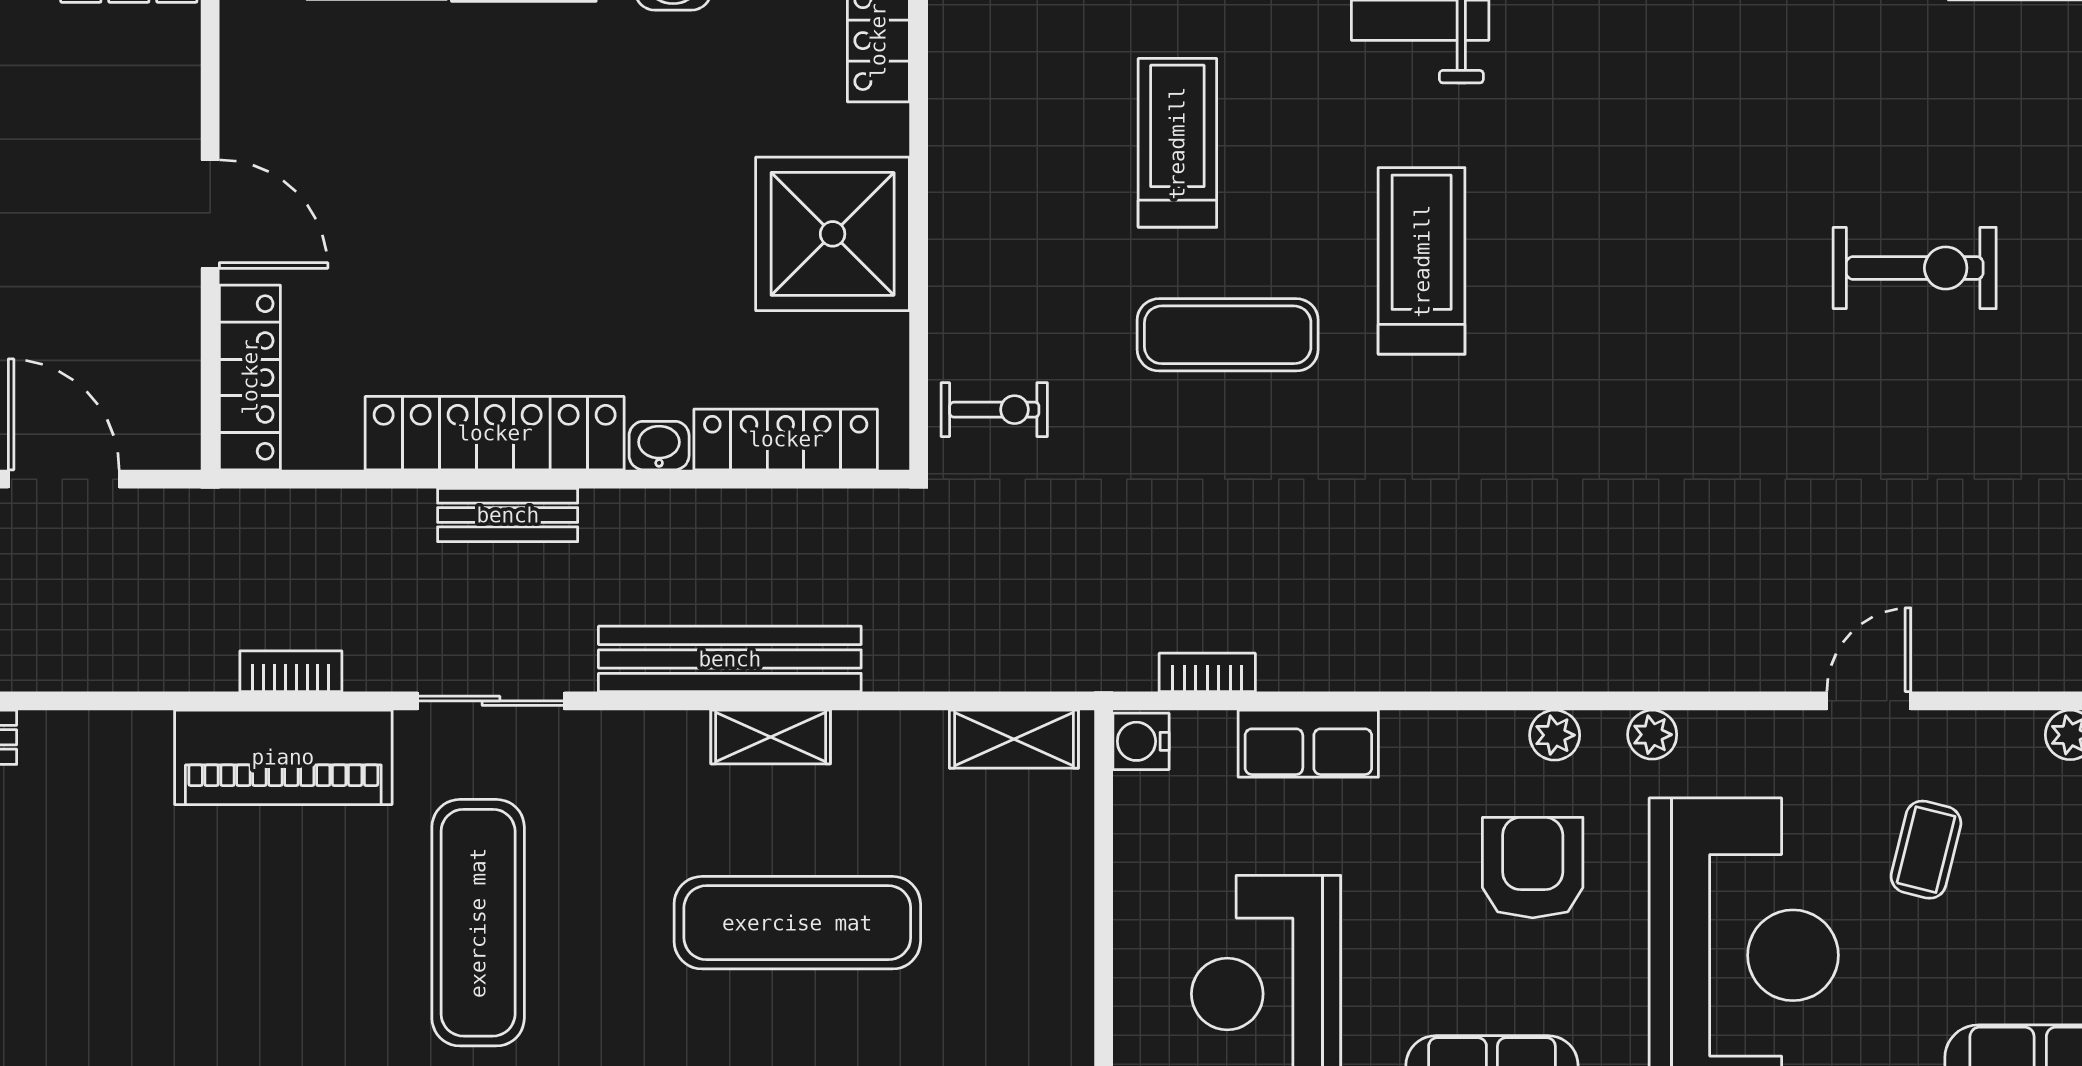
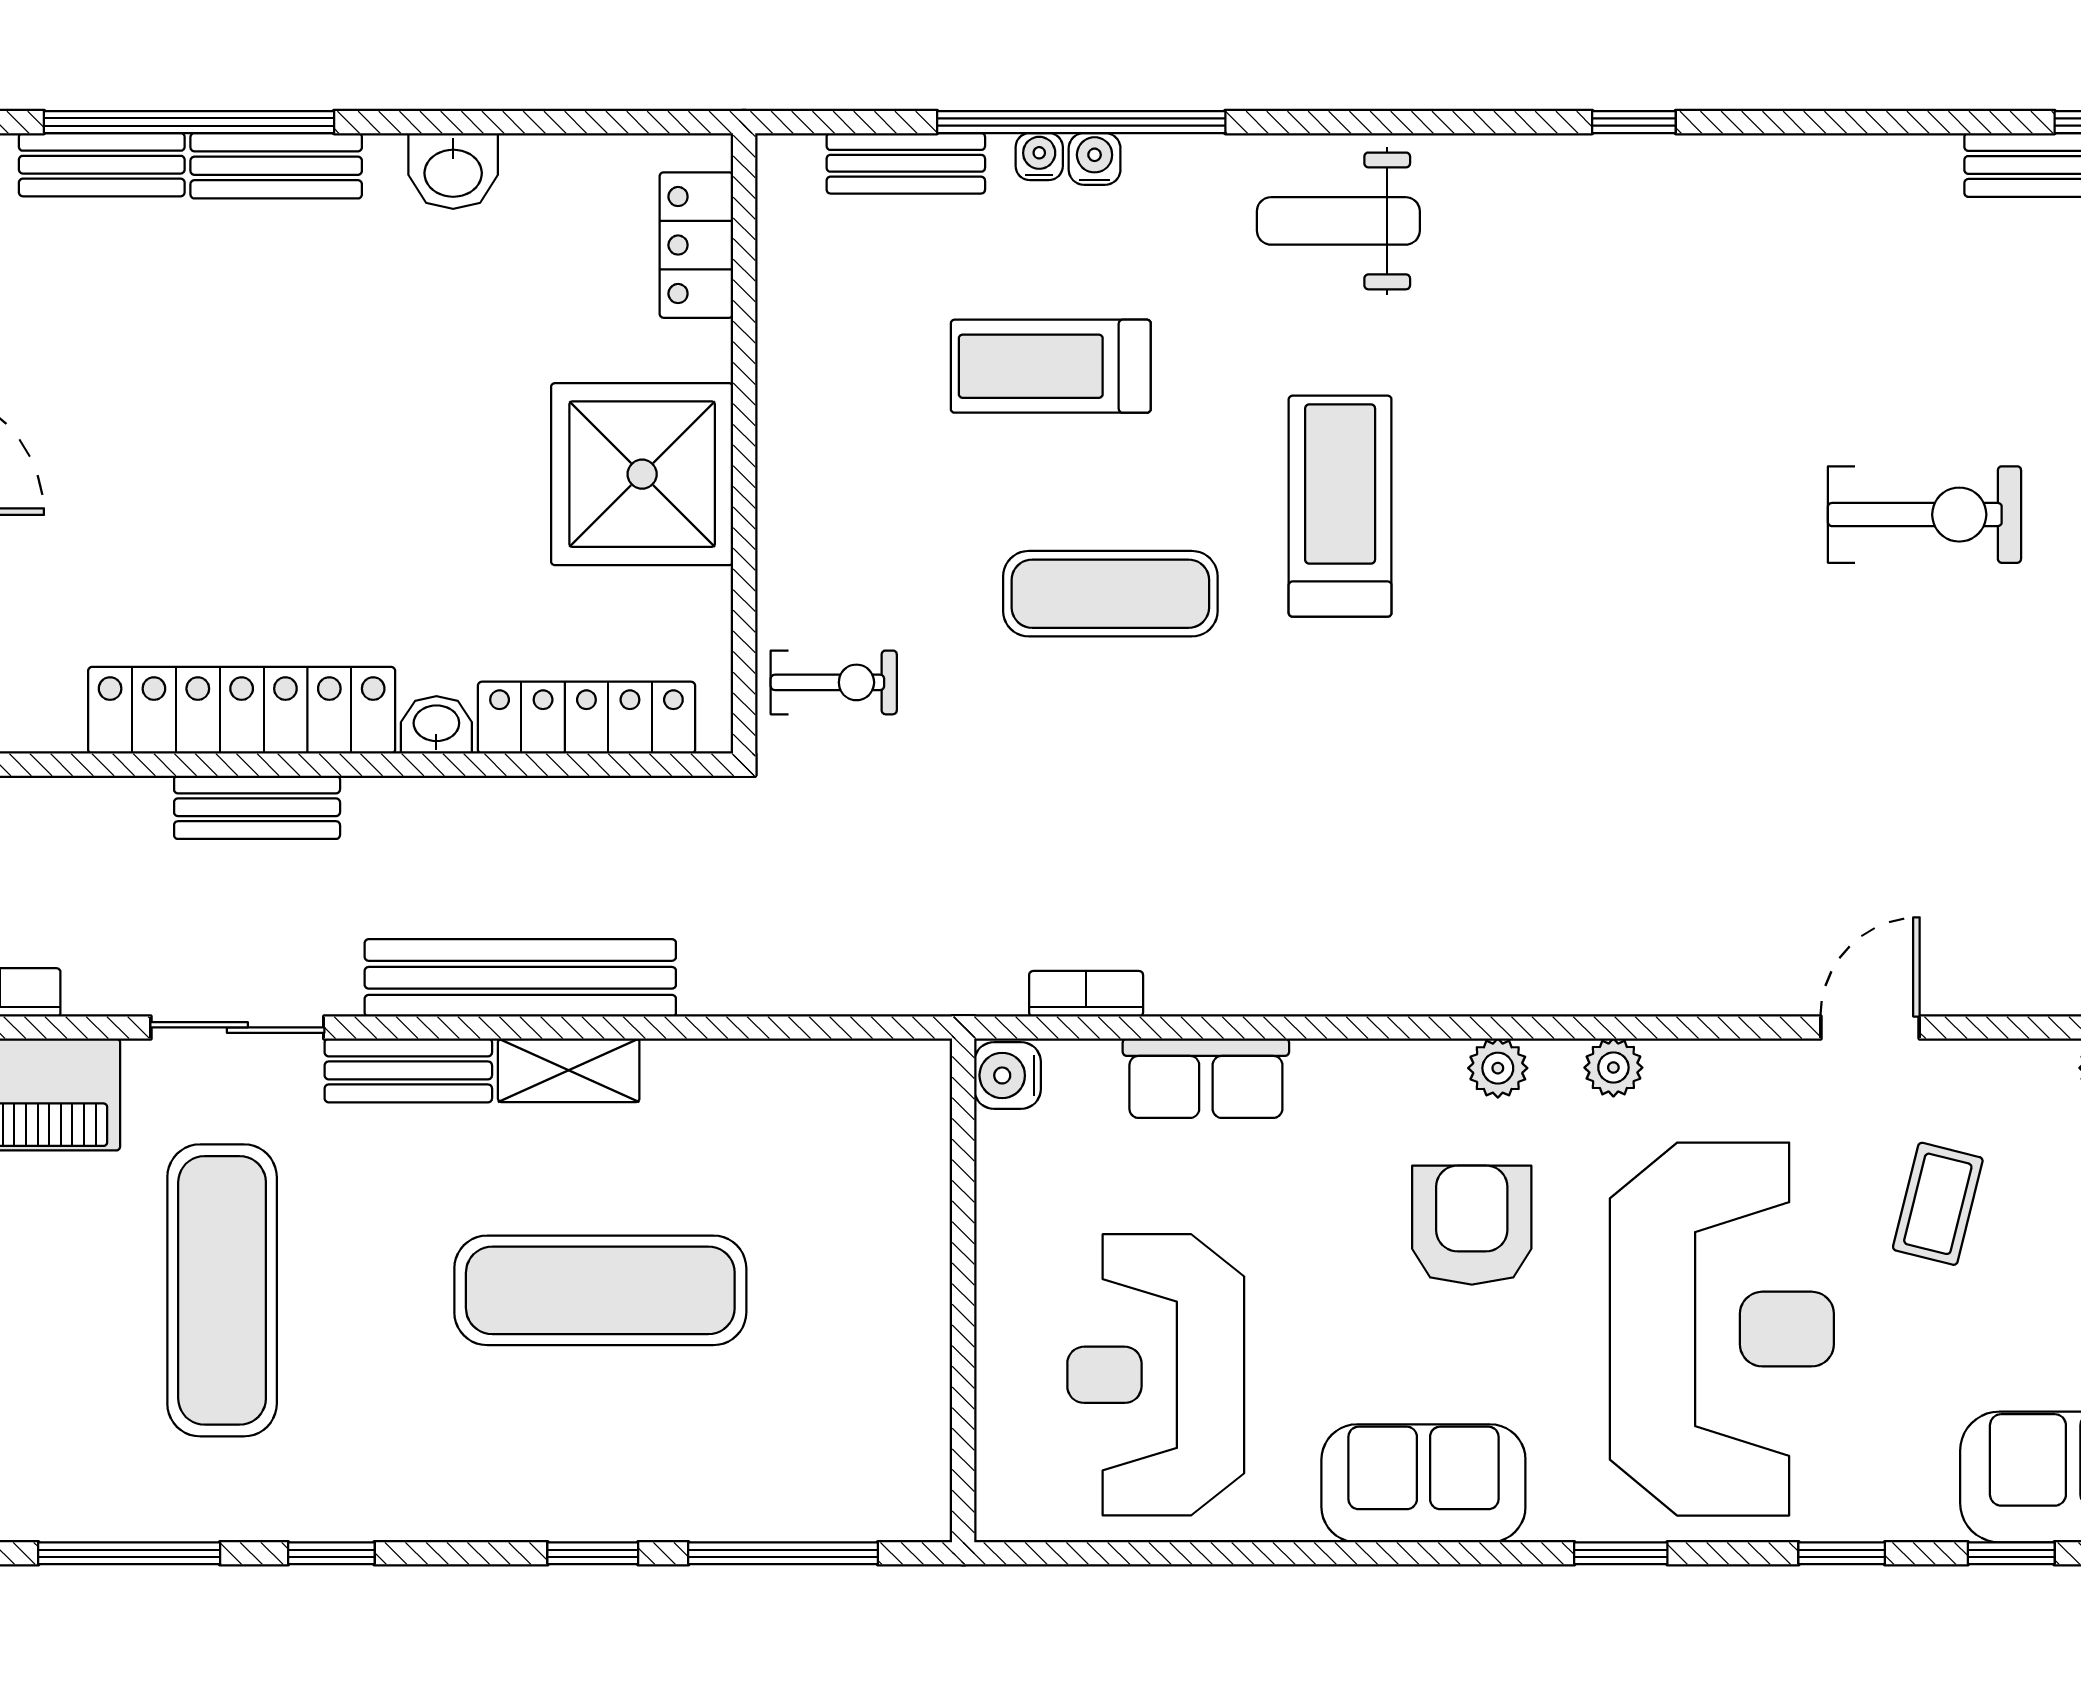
treadmill: (1177, 143) -> (1051, 366), turned -90
bench: (635, 737) -> (408, 1070), added
shelving: (1014, 739) -> (857, 1073), removed

